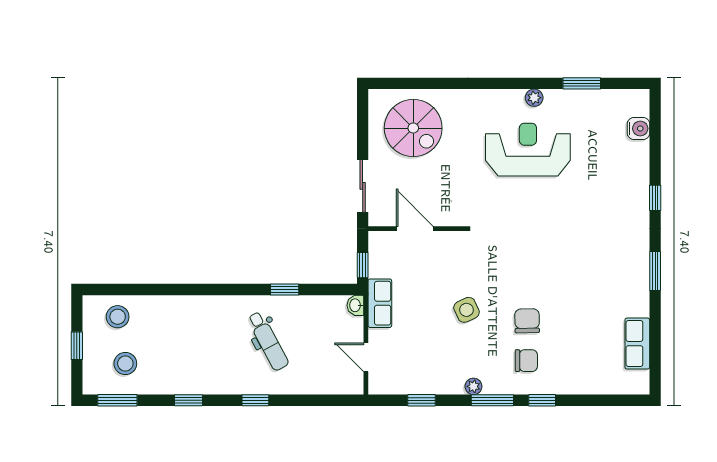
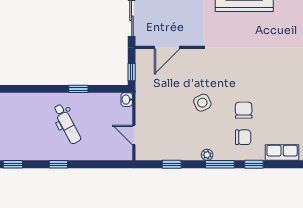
door: (415, 229) -> (167, 47), swing flipped
row of seats: (380, 303) -> (282, 153), moved, turned -90

